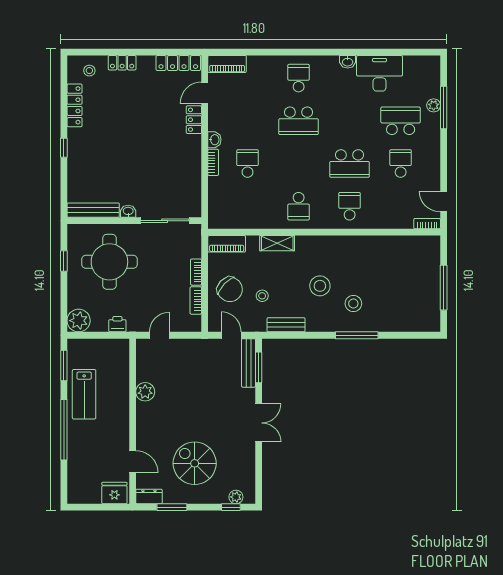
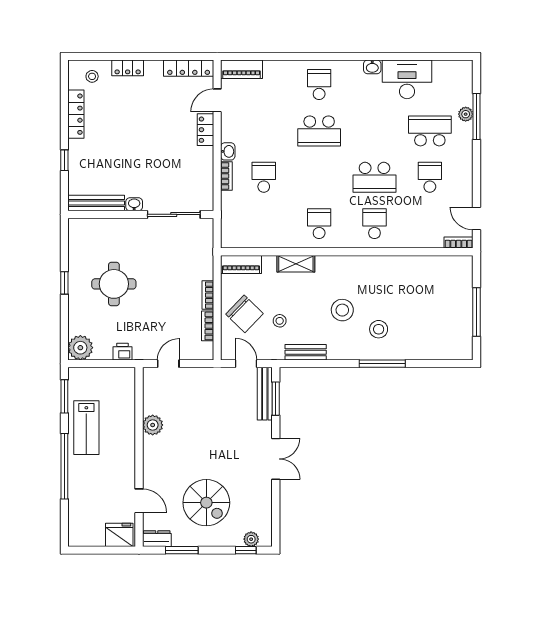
school desk: (299, 206) -> (319, 224), turned 180
bench: (93, 210) -> (96, 203), moved
washbasin: (128, 211) -> (134, 204), moved
wall: (134, 221) -> (141, 214), moved
sliding door: (165, 221) -> (174, 214), moved
round table: (109, 262) -> (114, 284), width x0.73, depth x0.73
spiral stairs: (195, 463) -> (206, 503), turned 180

